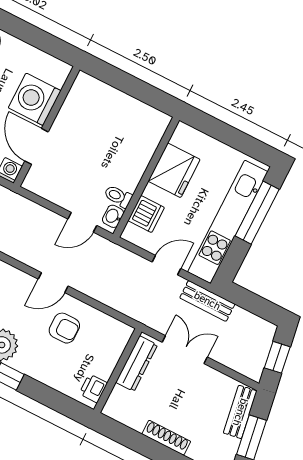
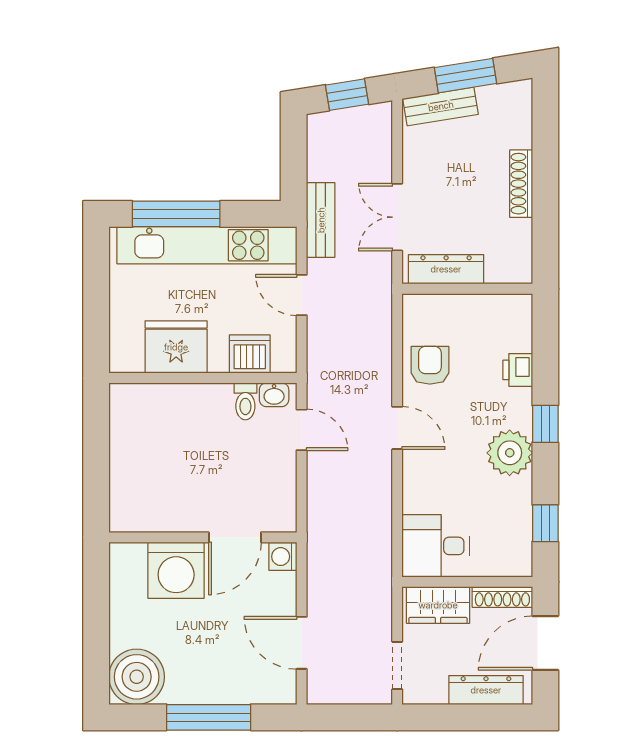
armchair: (64, 328) -> (430, 365), moved
printer: (93, 388) -> (518, 370), moved, turned 90

